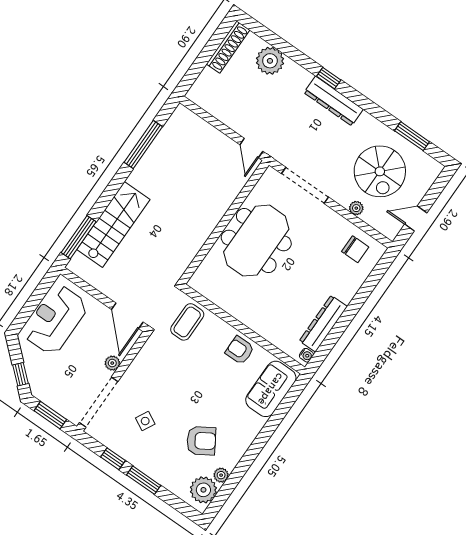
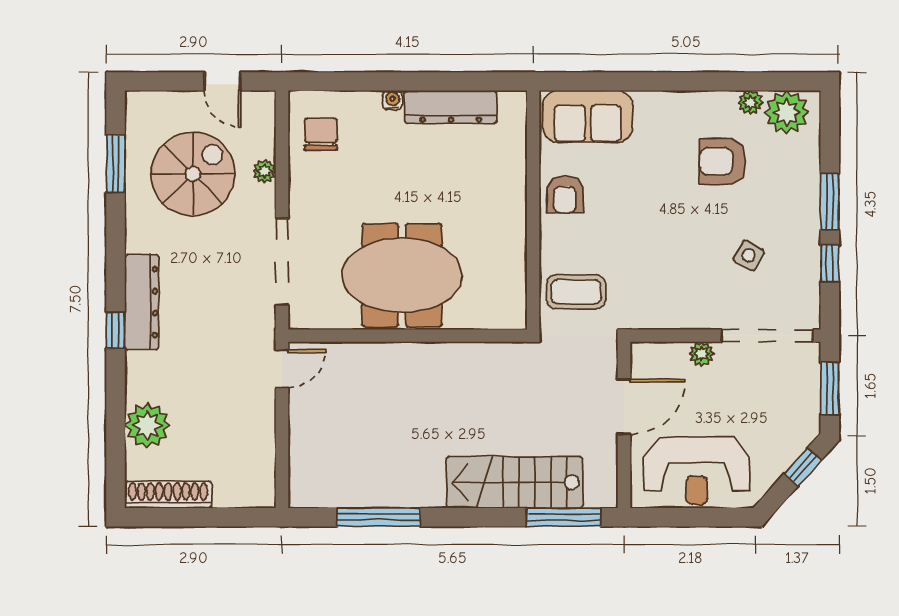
door: (127, 316) -> (624, 407), moved
water cooler: (306, 355) -> (392, 100), moved
armchair: (201, 441) -> (723, 161), turned -58

